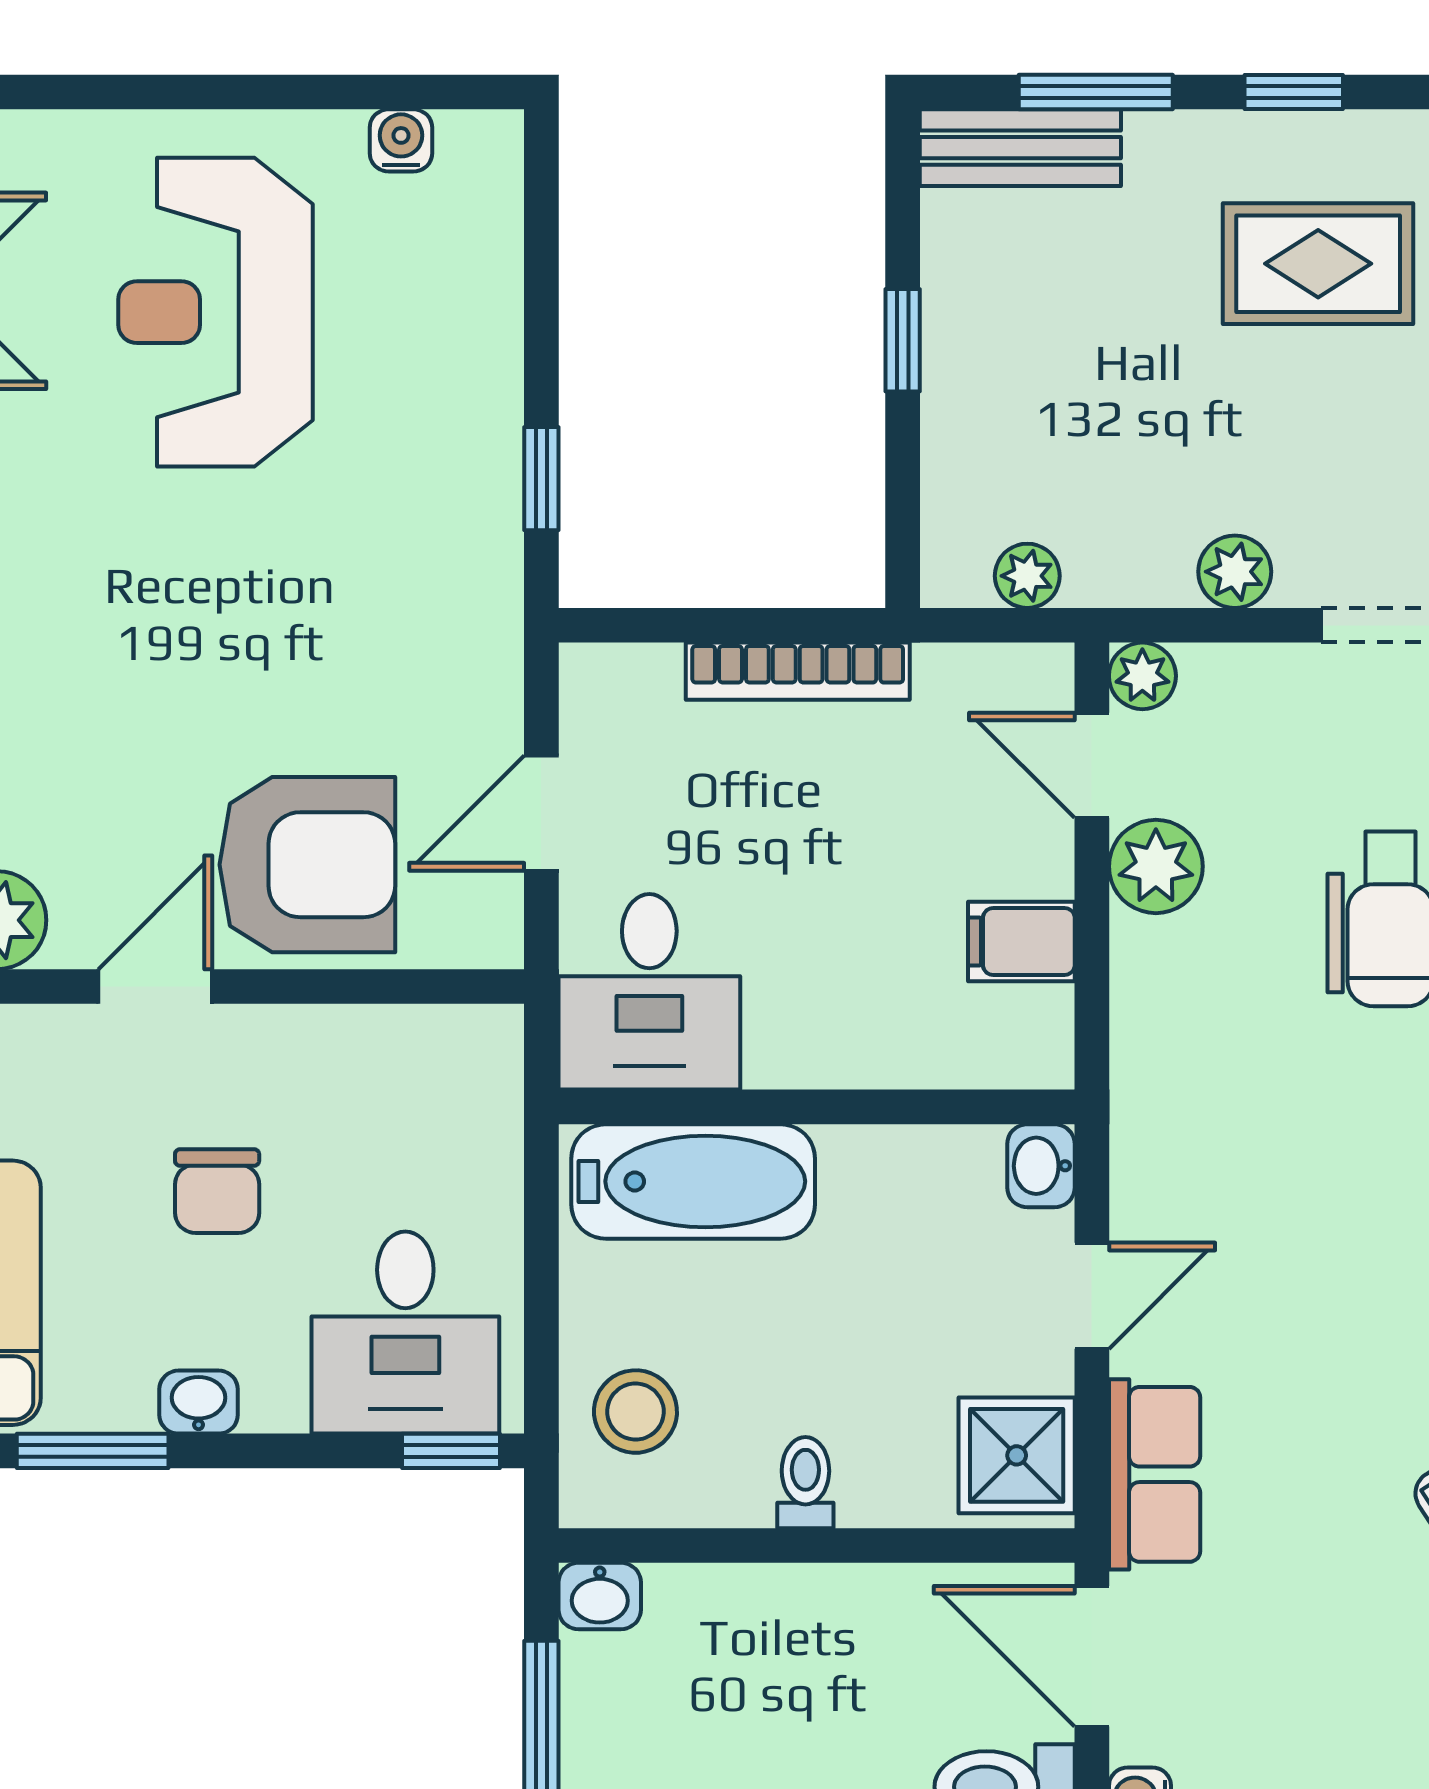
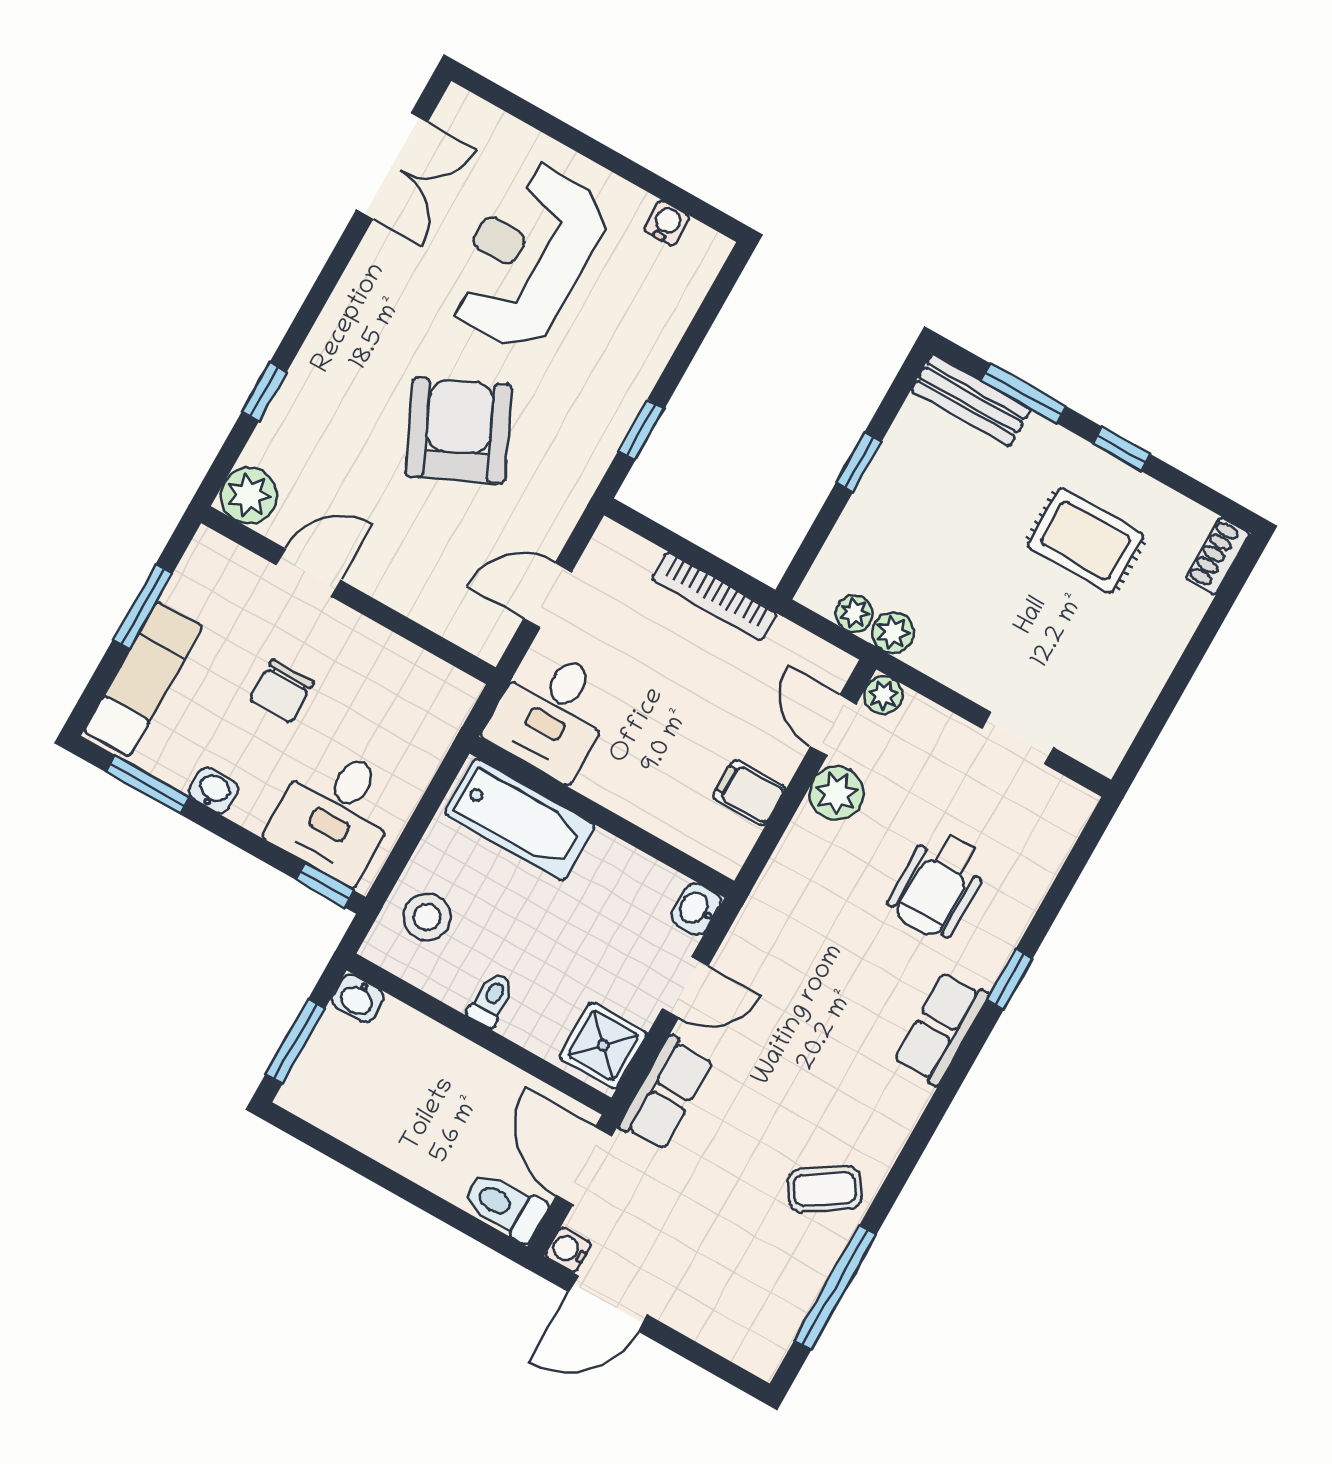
plant: (1235, 572) -> (893, 633), moved
armchair: (307, 865) -> (459, 431), moved, turned -115

